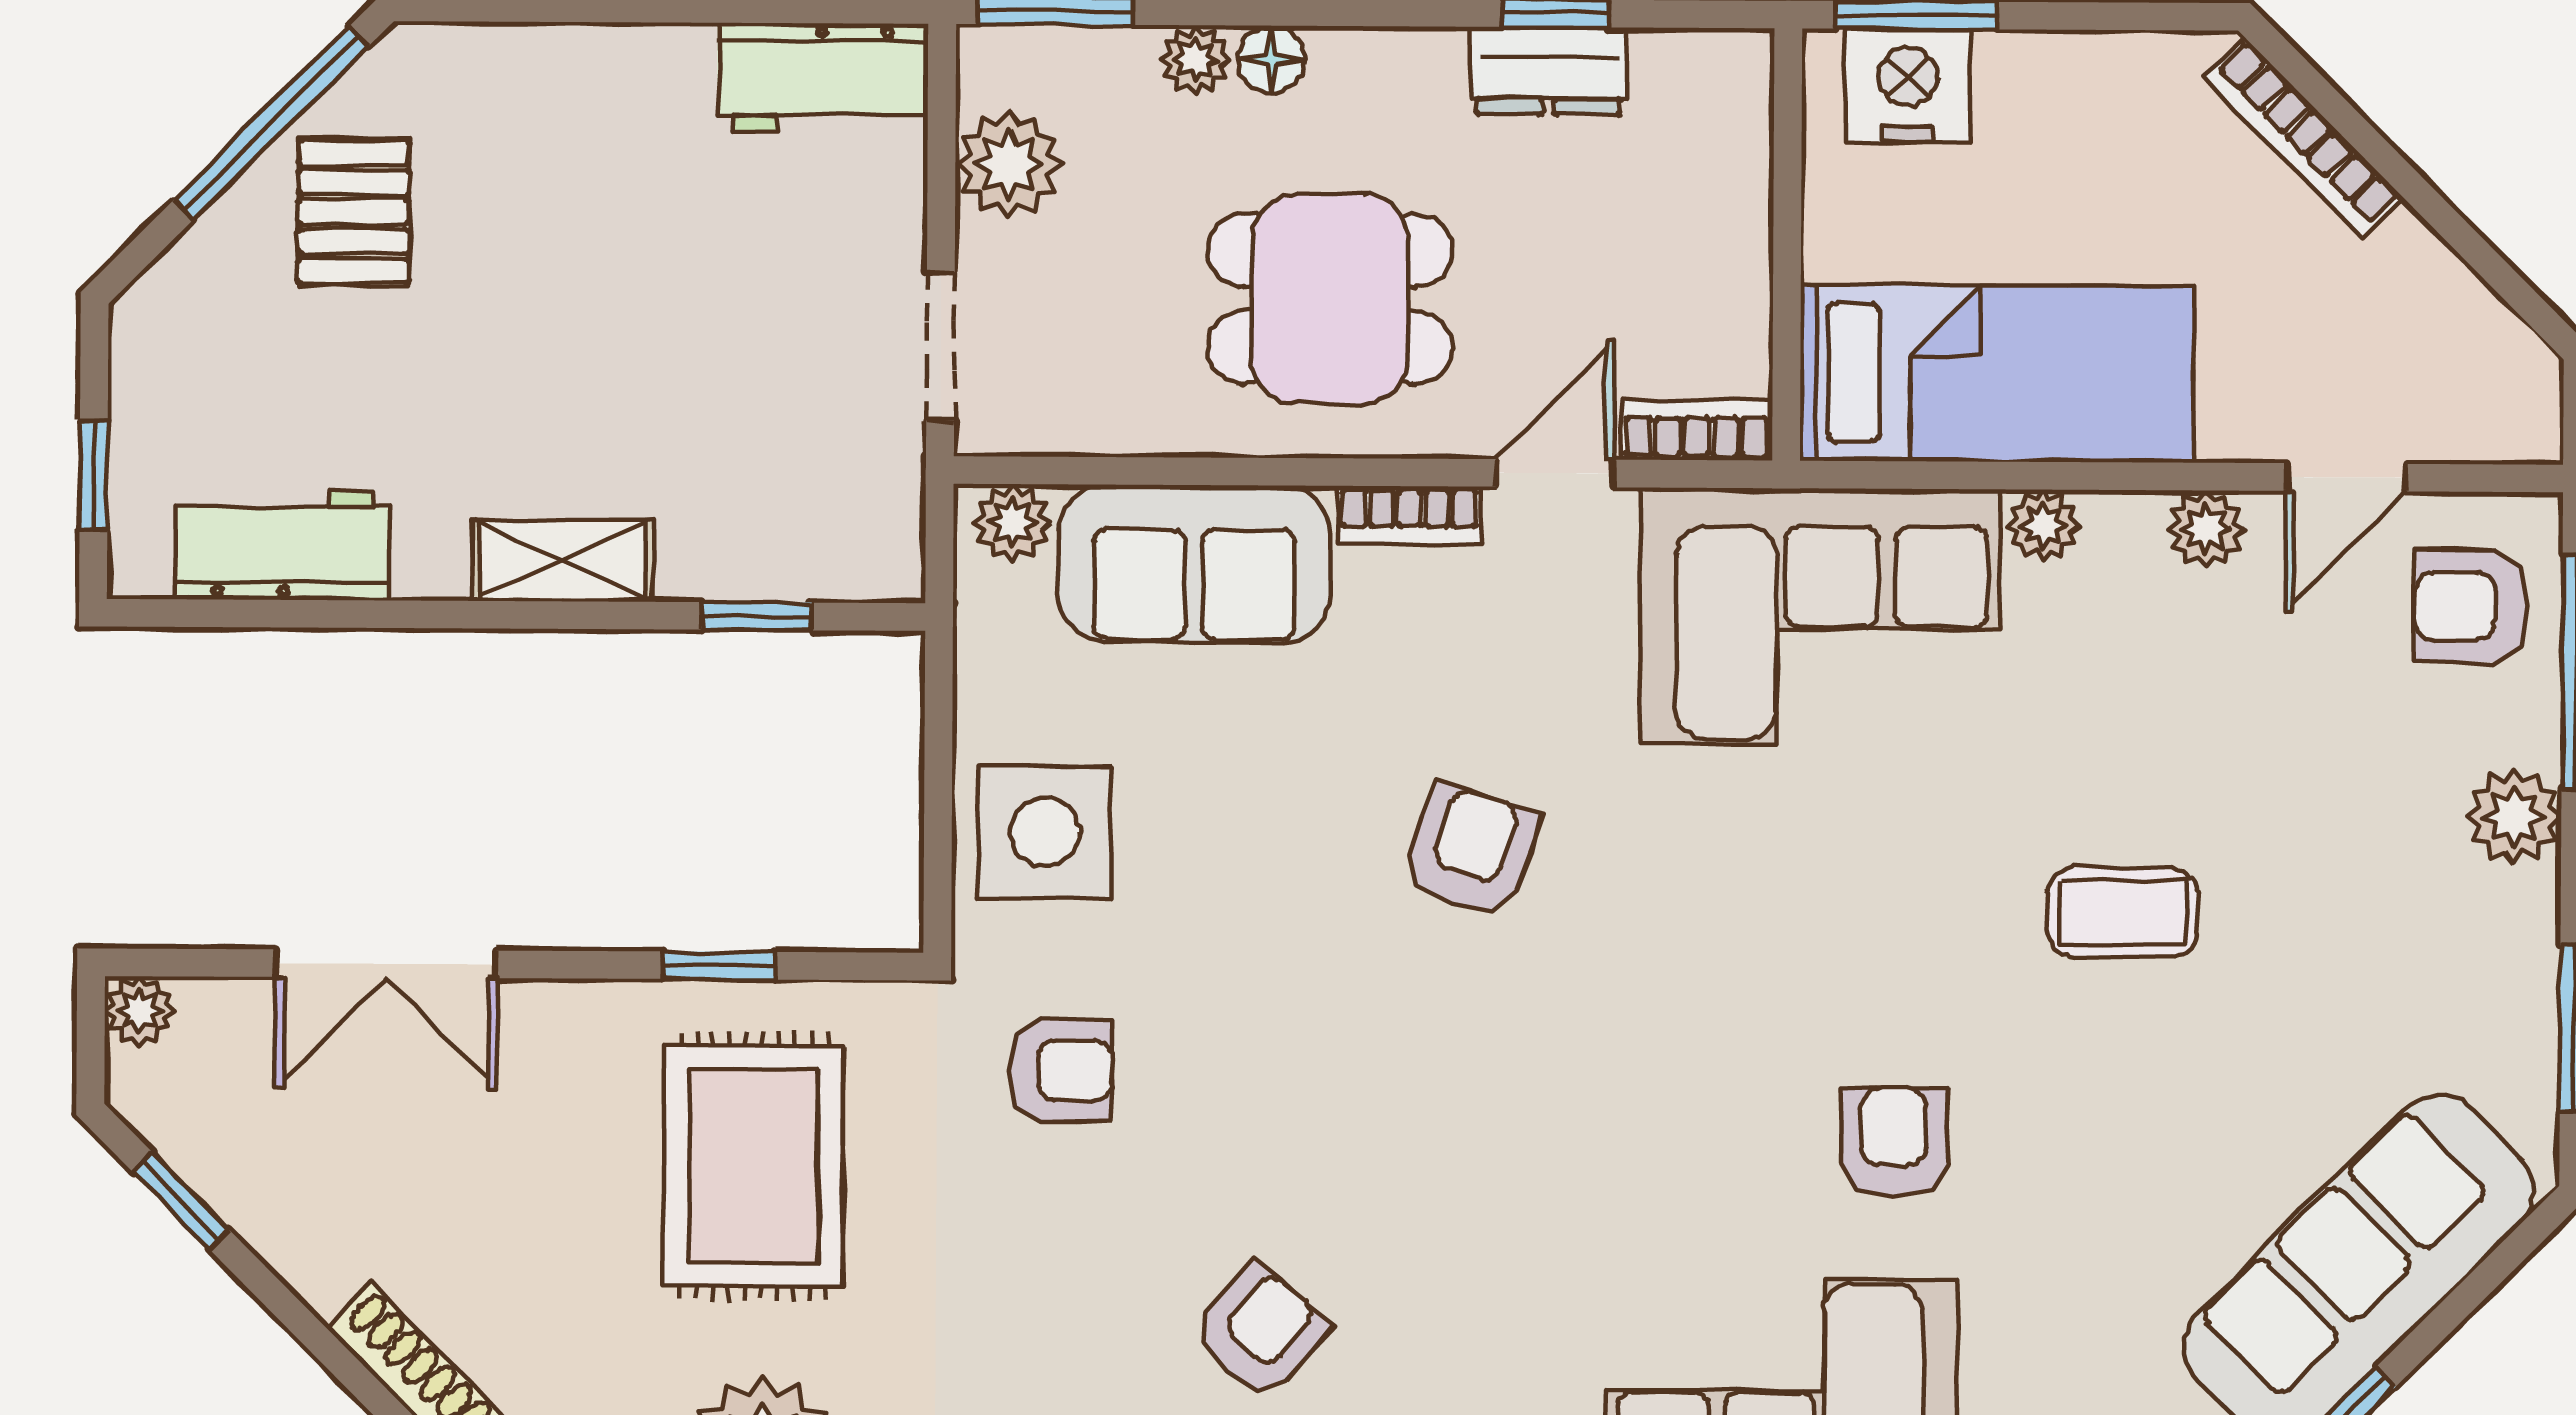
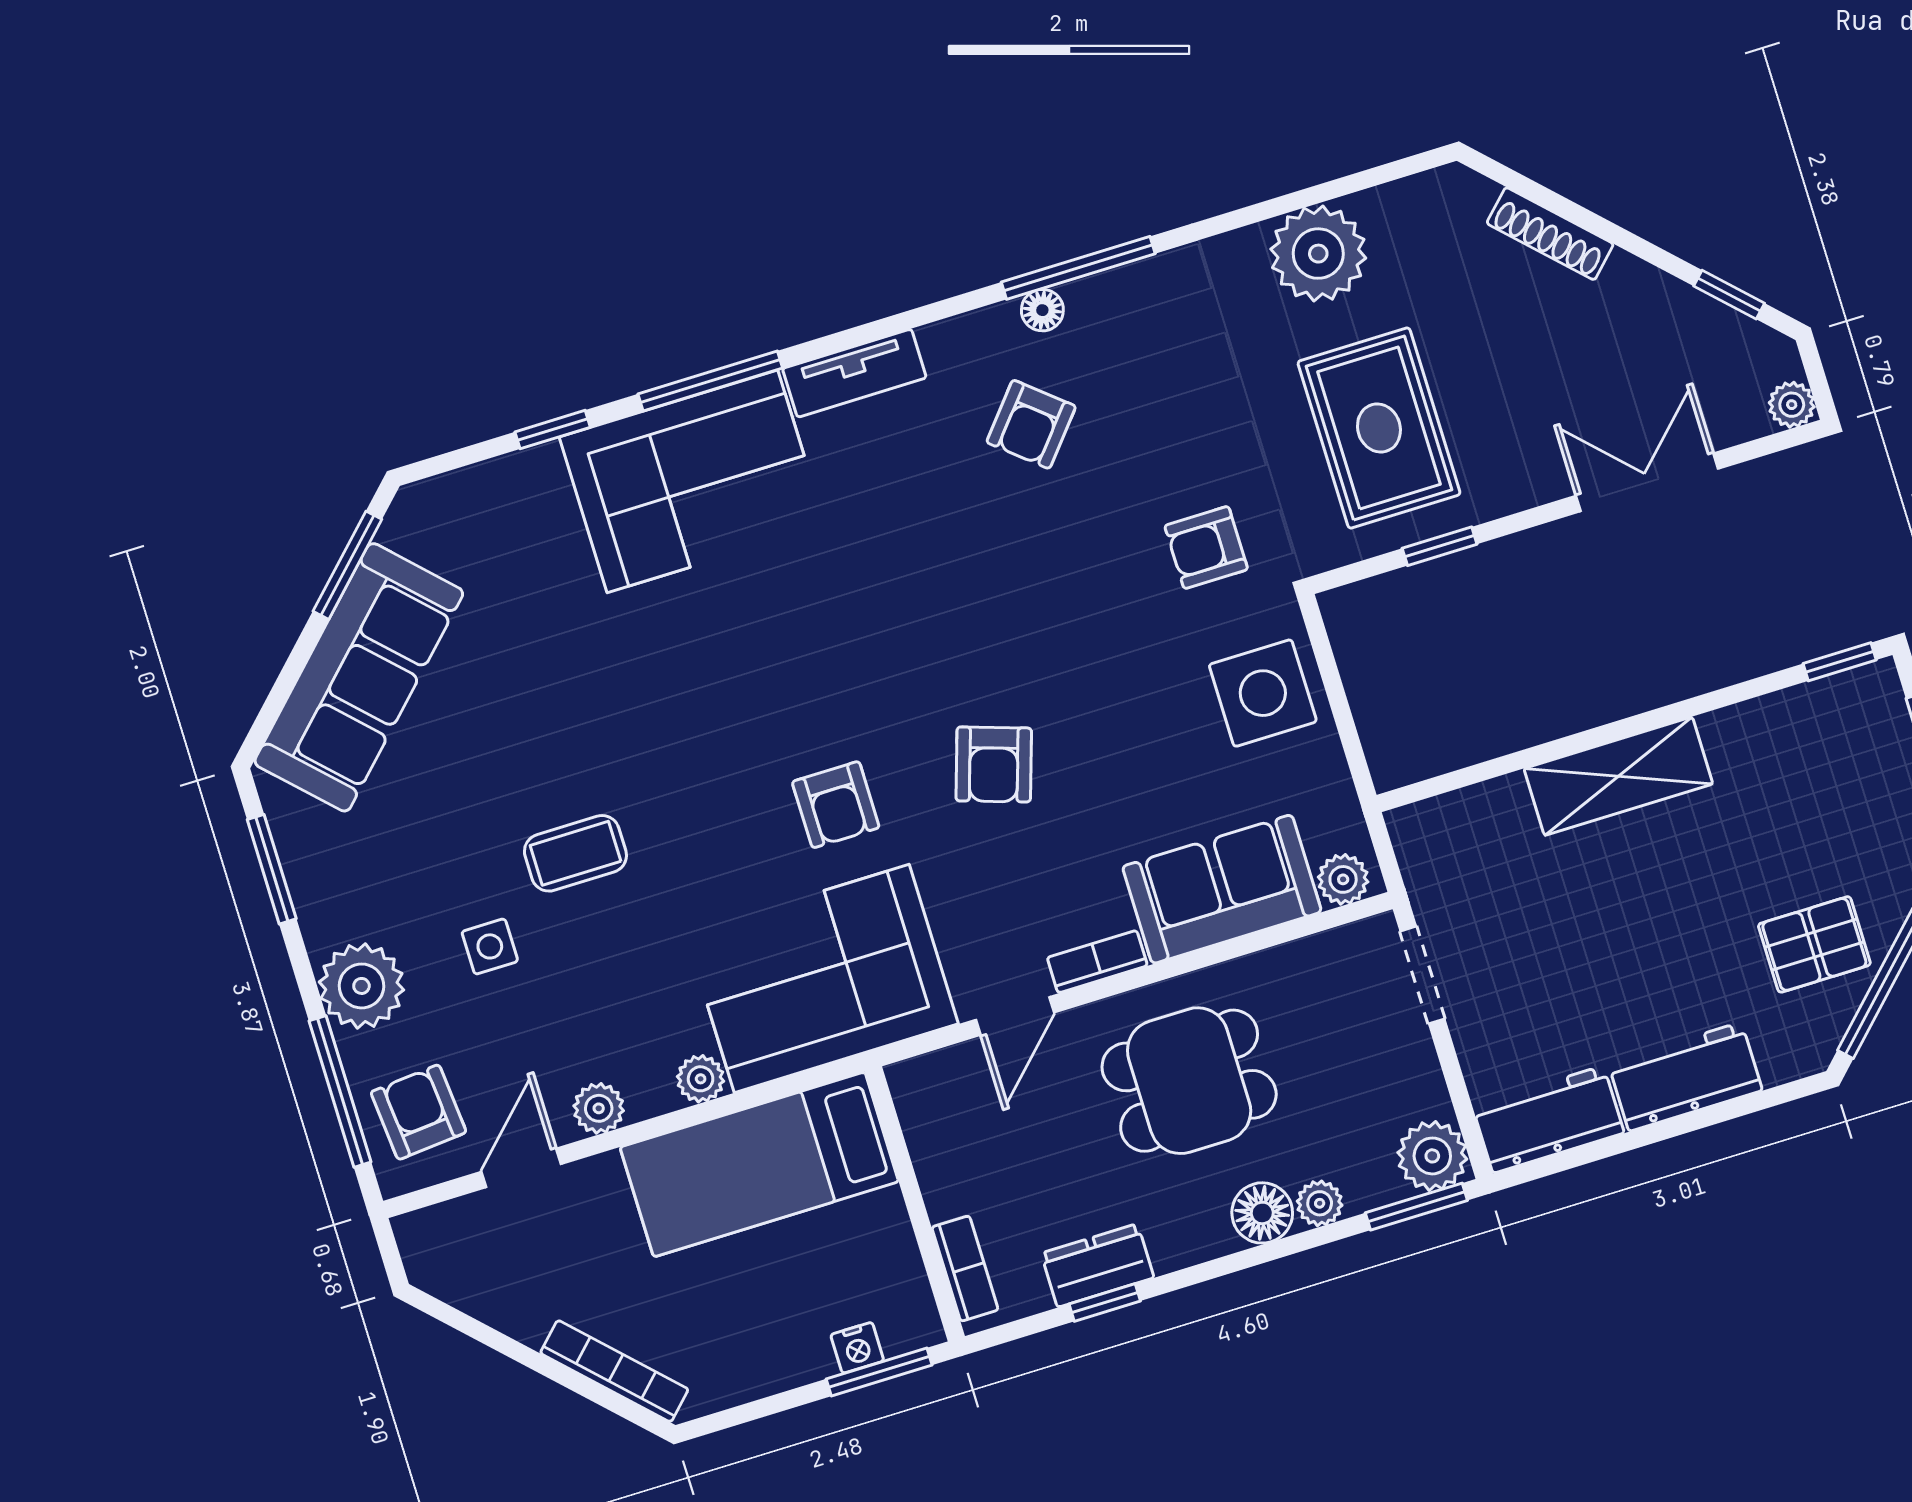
floor lamp: (1271, 59) -> (1262, 1213), width x1.37, depth x1.37
nightstand: (1908, 85) -> (857, 1348), width x0.53, depth x0.56
plant: (1008, 164) -> (1432, 1156), moved
pallet: (354, 212) -> (1814, 944), turned 90
bookcase: (1697, 430) -> (965, 1269), moved, turned -90
workbench: (283, 545) -> (1685, 1077), moved, turned 180
shelving: (563, 561) -> (1618, 776), width x1.50, depth x1.33
armchair: (2471, 606) -> (418, 1112), turned -95
window: (757, 616) -> (1840, 662), moved
side table: (2291, 815) -> (490, 946), added
plant: (2514, 817) -> (361, 986), width x1.36, depth x1.36
armchair: (1894, 1142) -> (836, 805), moved

